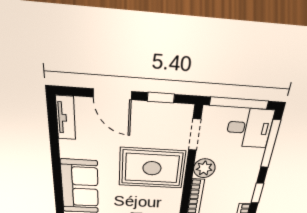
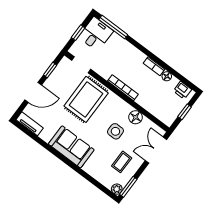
window: (239, 103) -> (78, 33), width x0.46
plant: (204, 168) -> (105, 71), removed
window: (257, 193) -> (143, 49), removed

